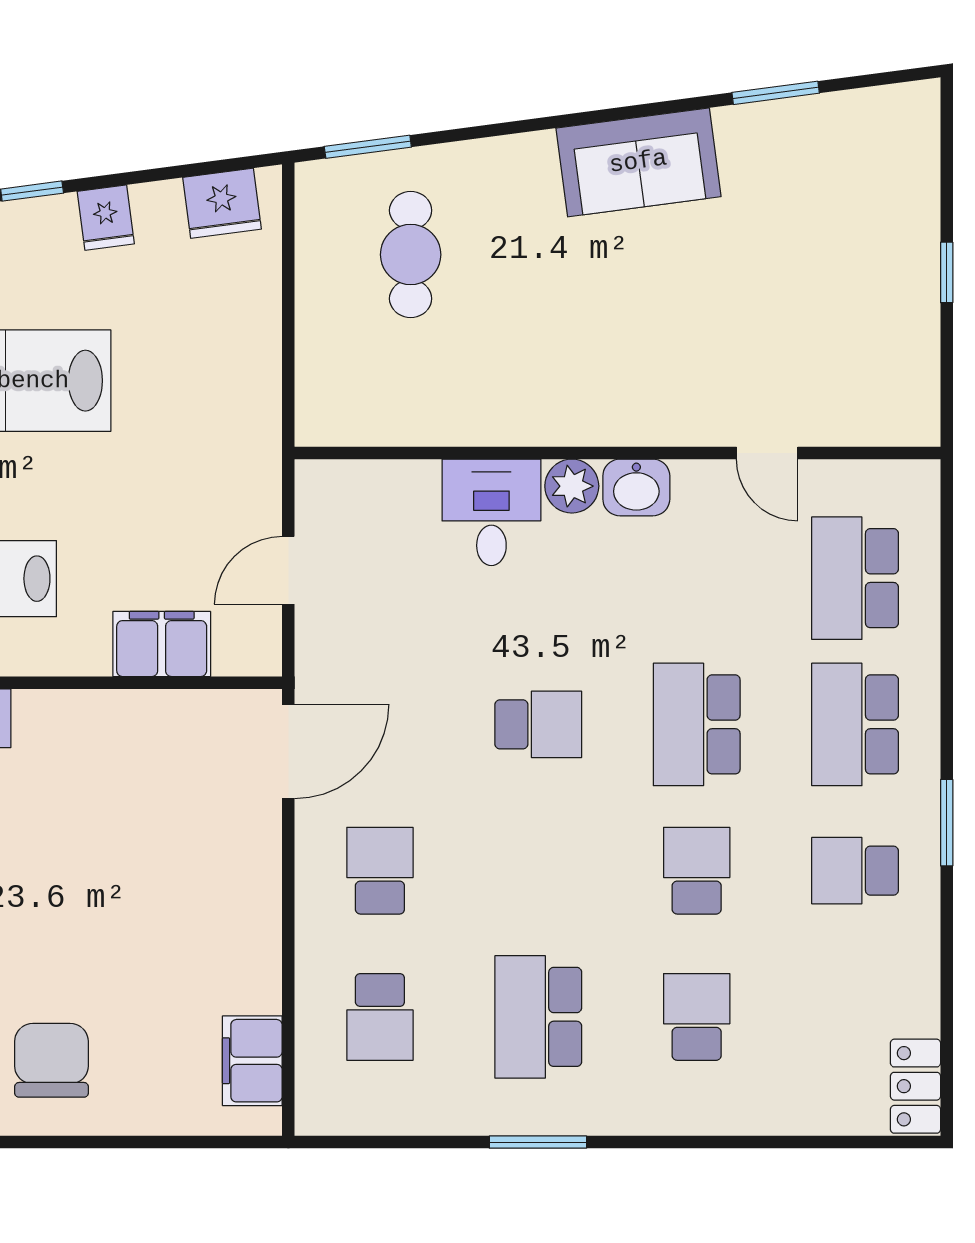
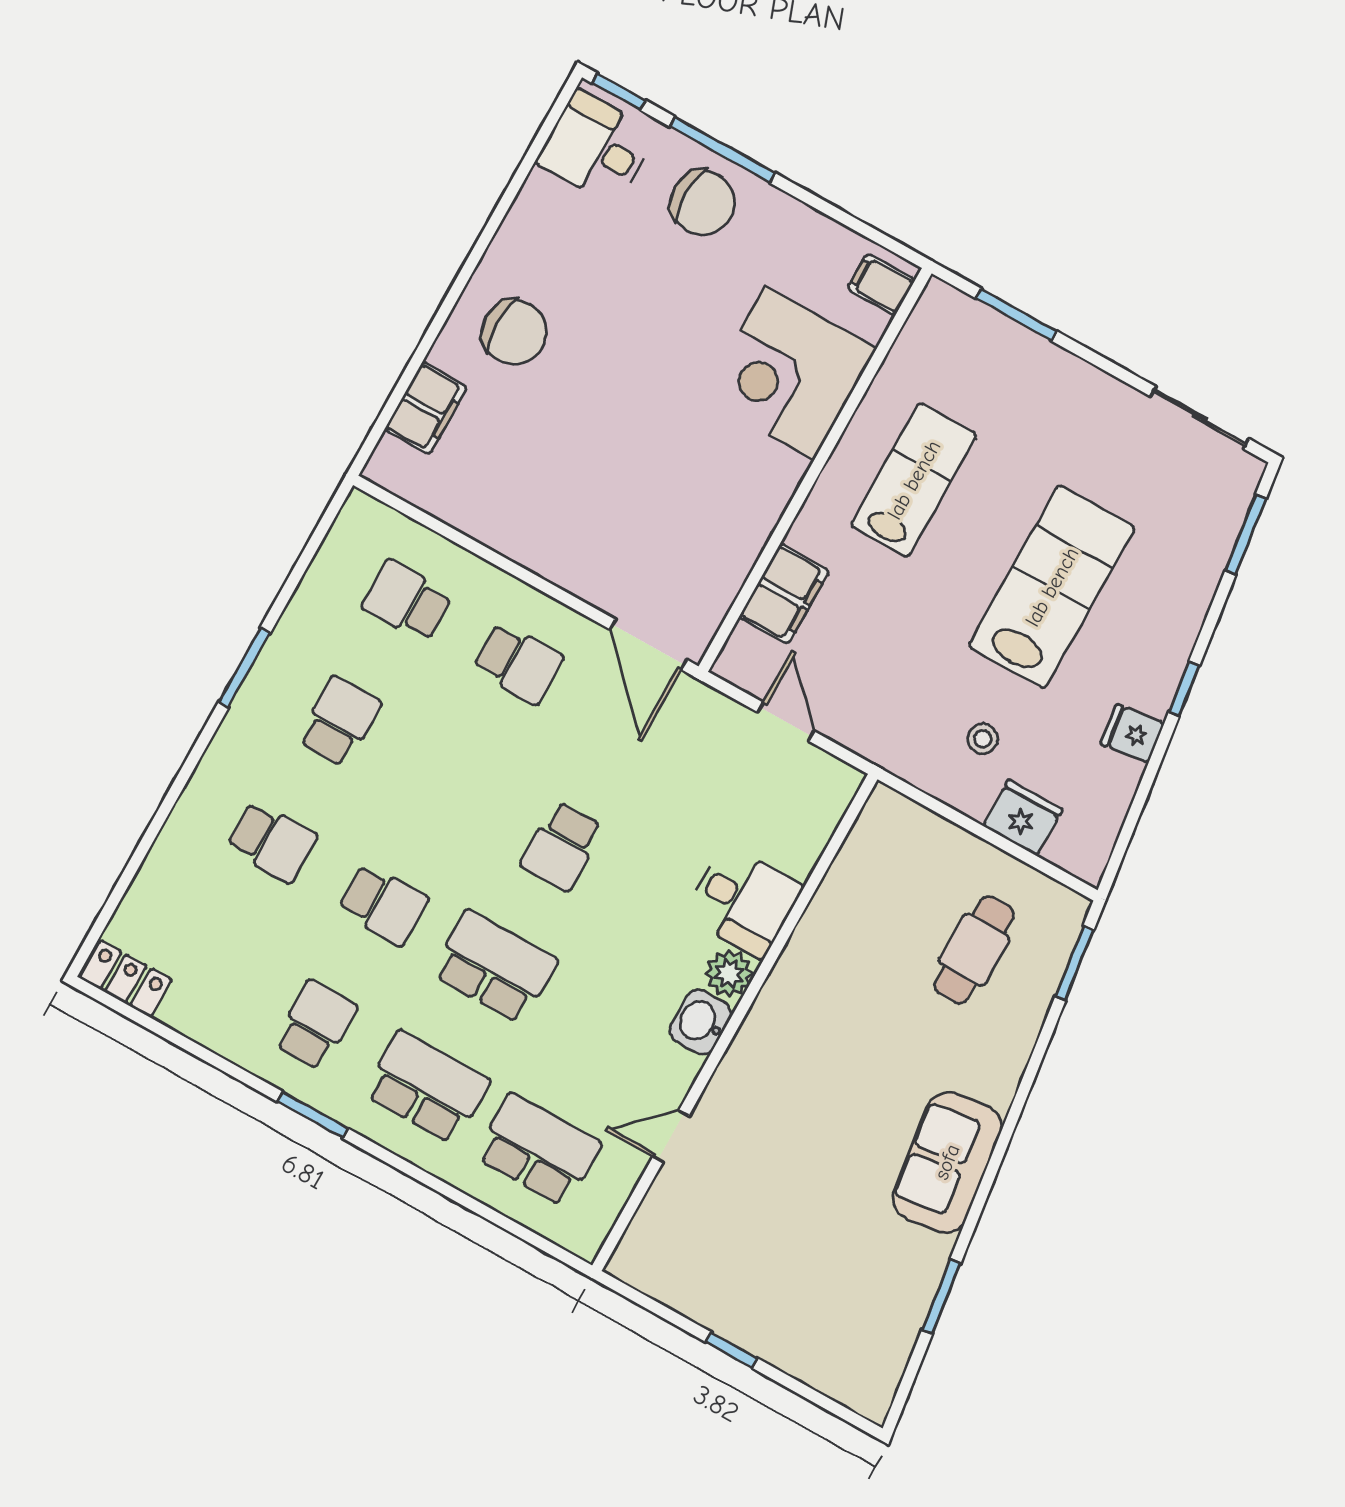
fridge: (222, 203) -> (1023, 818), moved, turned 98
cafe table: (411, 255) -> (974, 950), turned 90
stool: (195, 364) -> (983, 739), added
school desk: (538, 1017) -> (339, 721), width x0.54
filing cabinet: (252, 1061) -> (426, 408), moved, turned 90

